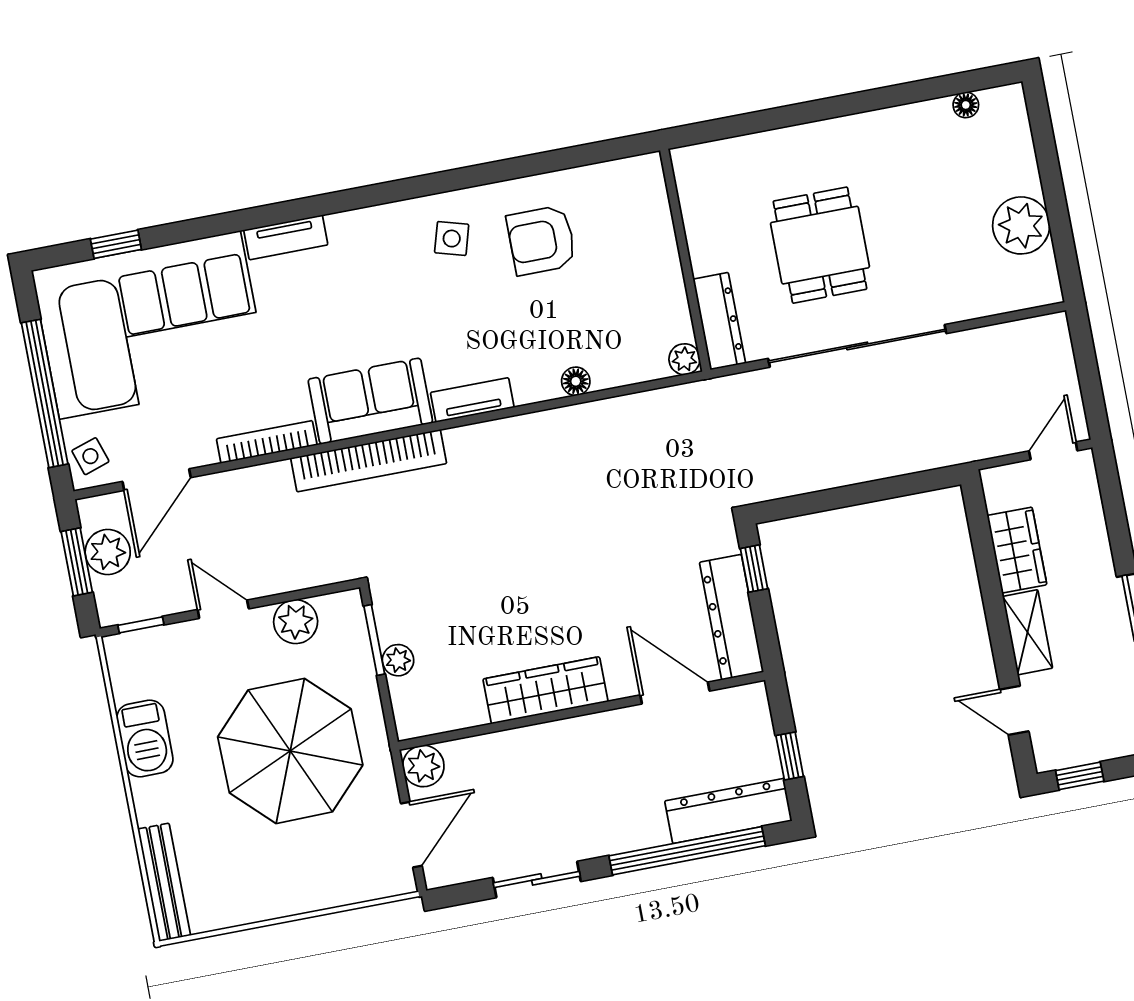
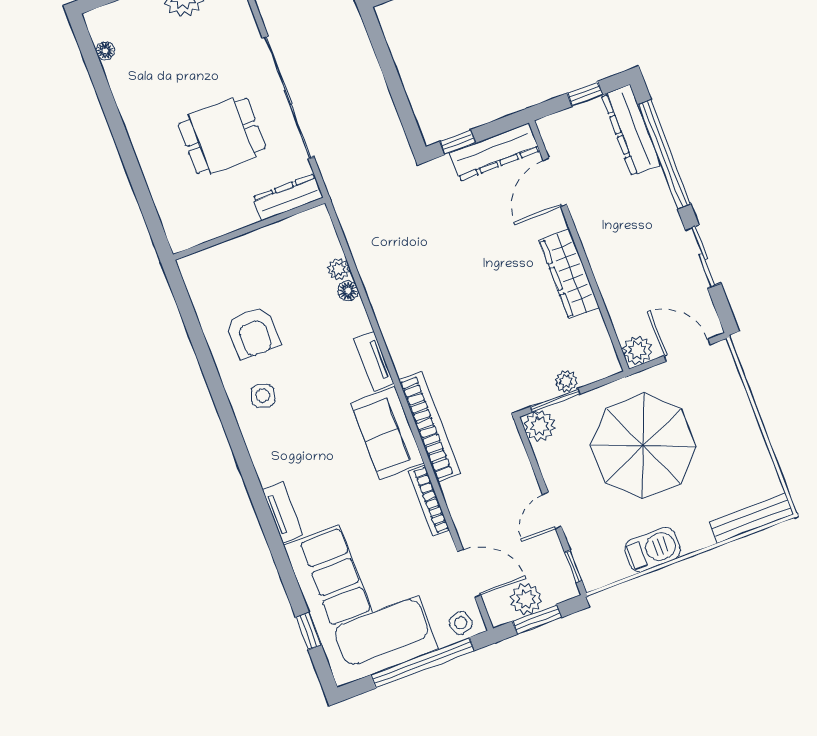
plant: (684, 359) -> (339, 269), moved
plant: (296, 622) -> (540, 426), moved

